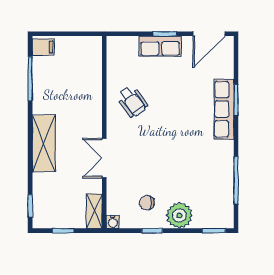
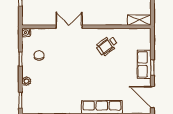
shelving: (94, 211) -> (139, 20), moved
plant: (179, 215) -> (26, 81), width x0.53, depth x0.53

